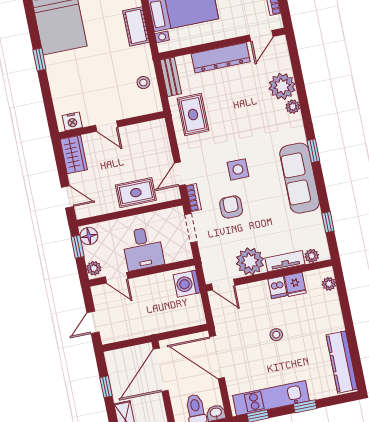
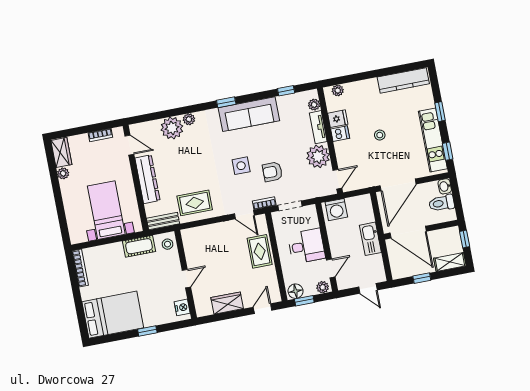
cot: (136, 26) -> (139, 246), moved
nightstand: (72, 121) -> (182, 307), moved
wall: (112, 125) -> (186, 274), moved
door: (107, 126) -> (186, 279), moved
kitchen sink: (152, 325) -> (370, 239), added

